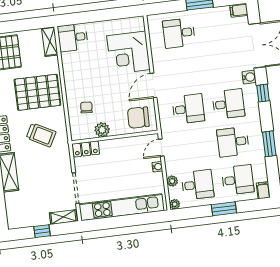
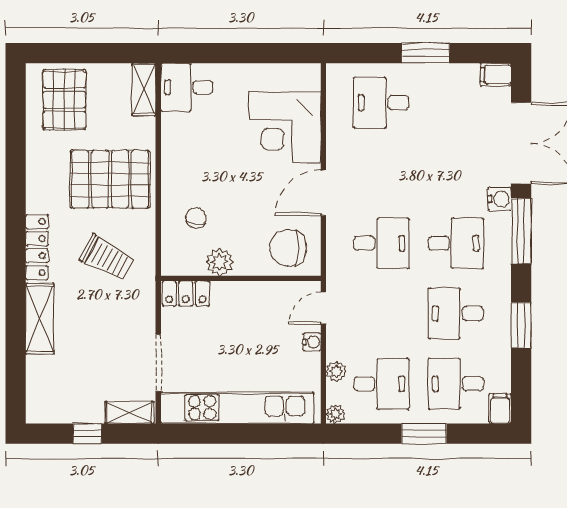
window: (263, 93) -> (521, 231), width x2.17
desk: (238, 180) -> (456, 384), turned 180

